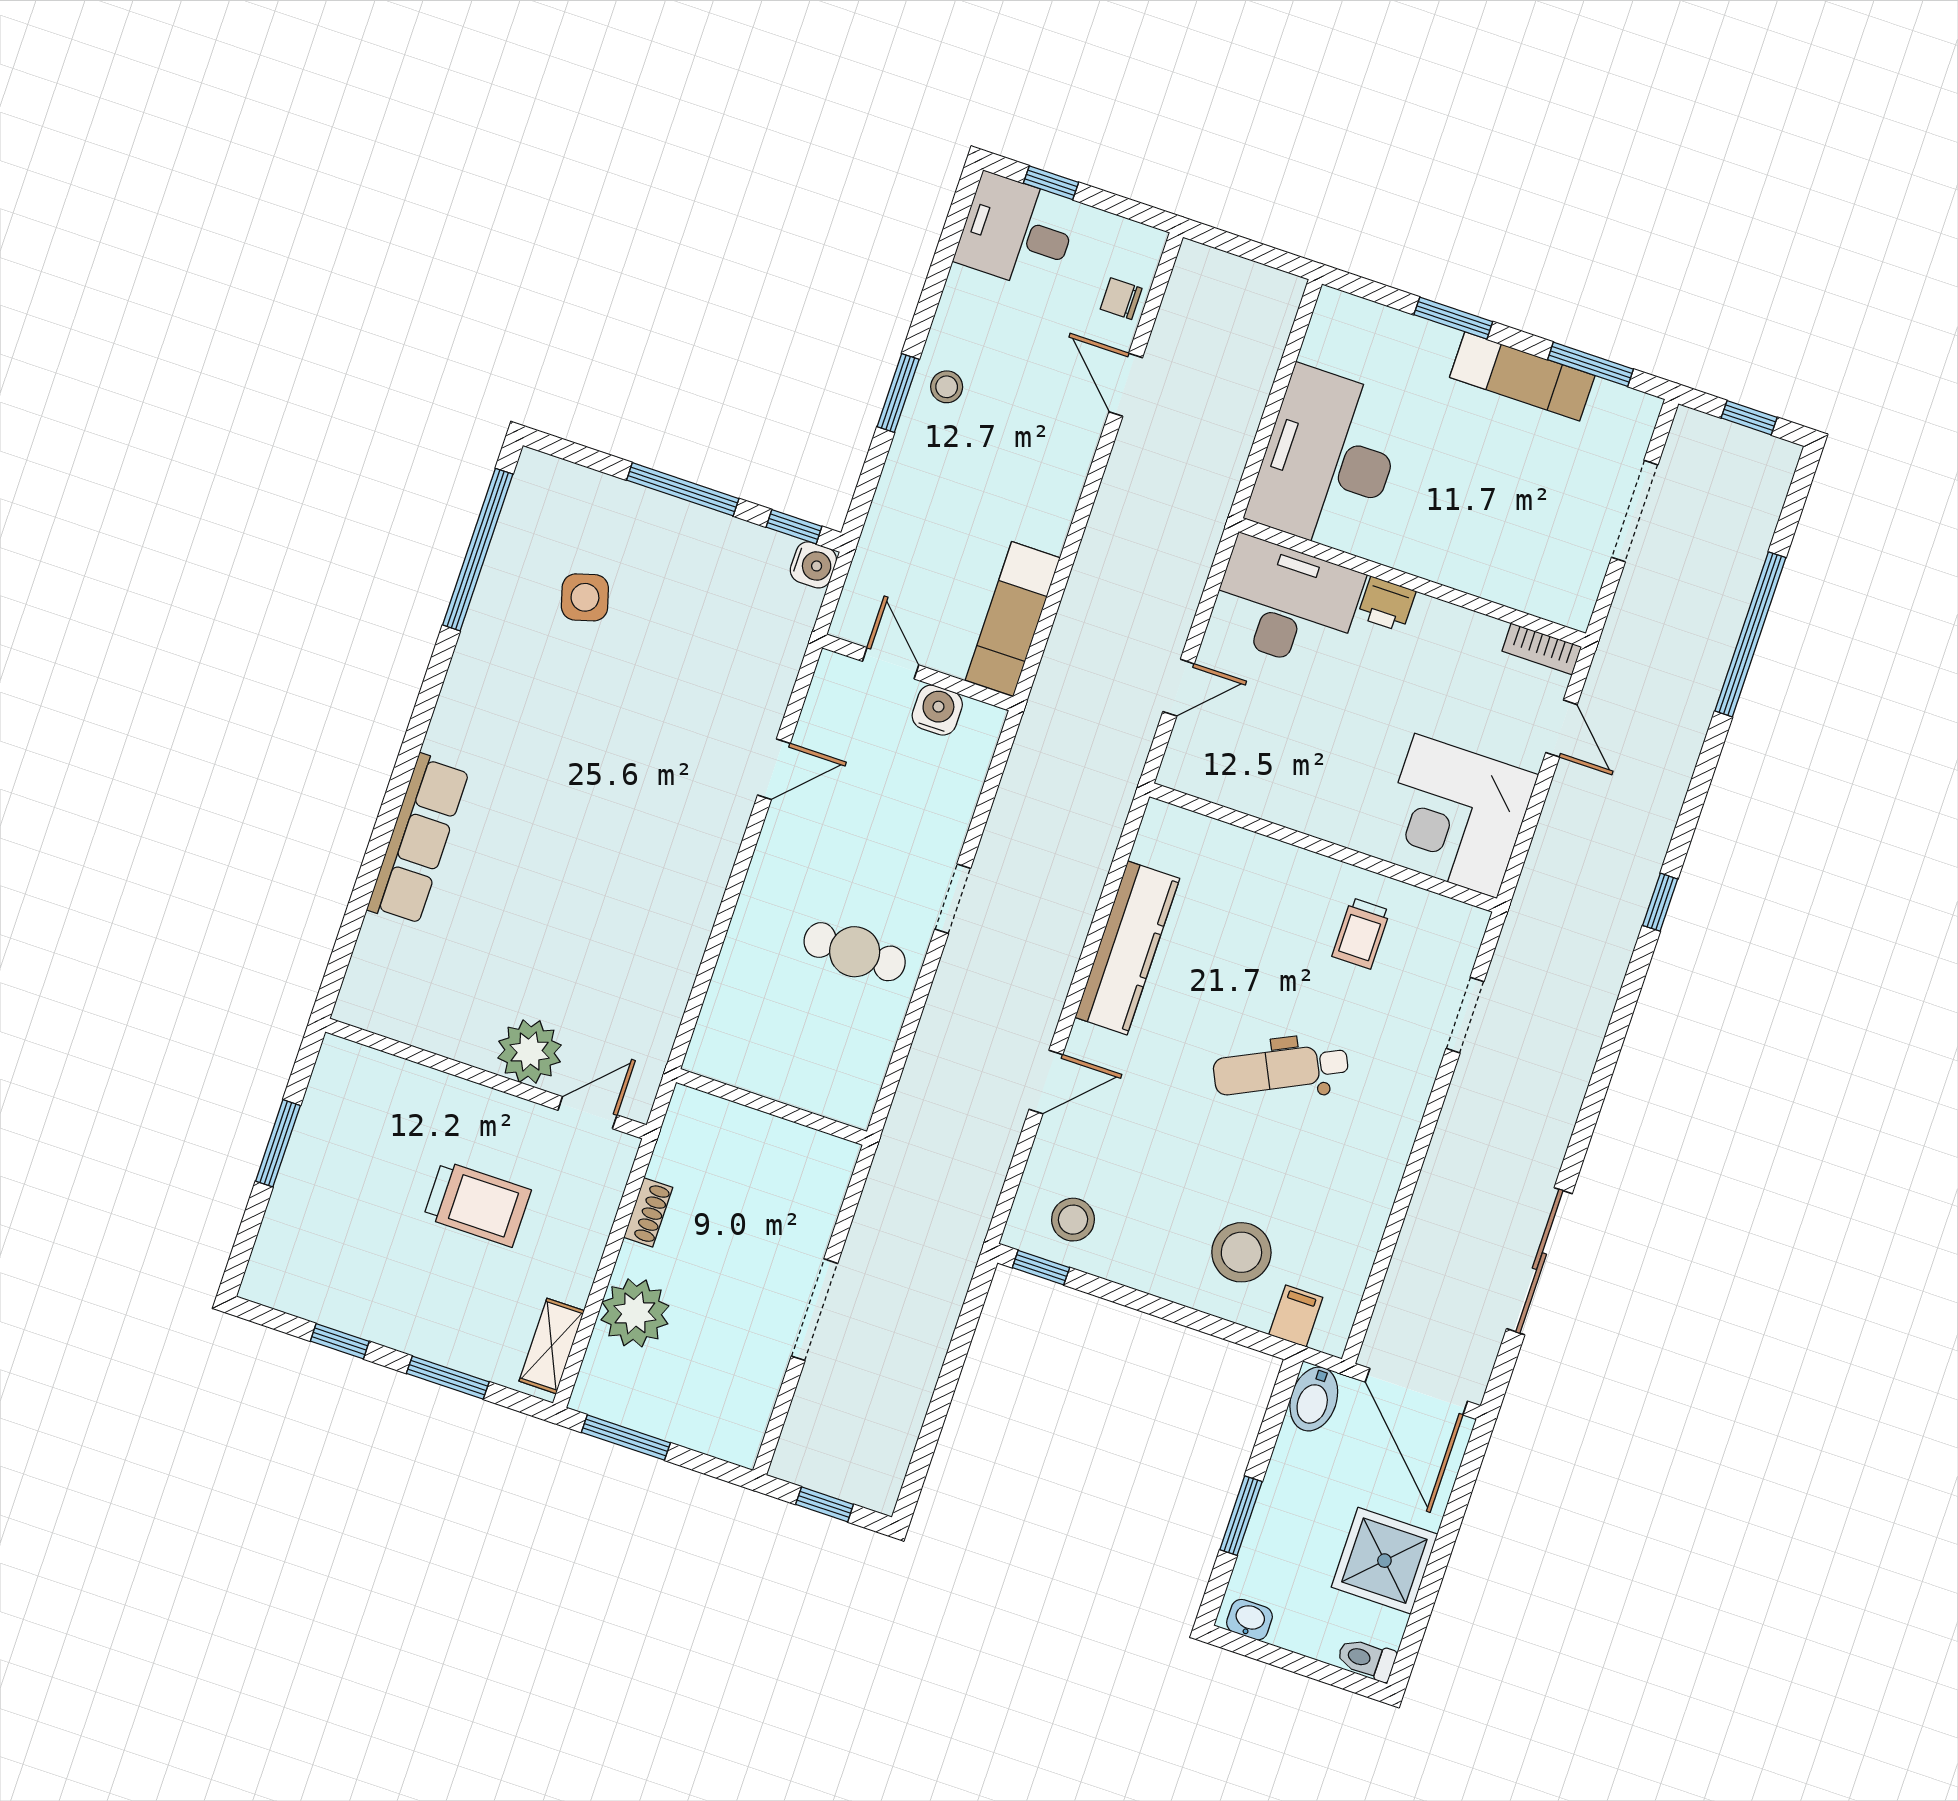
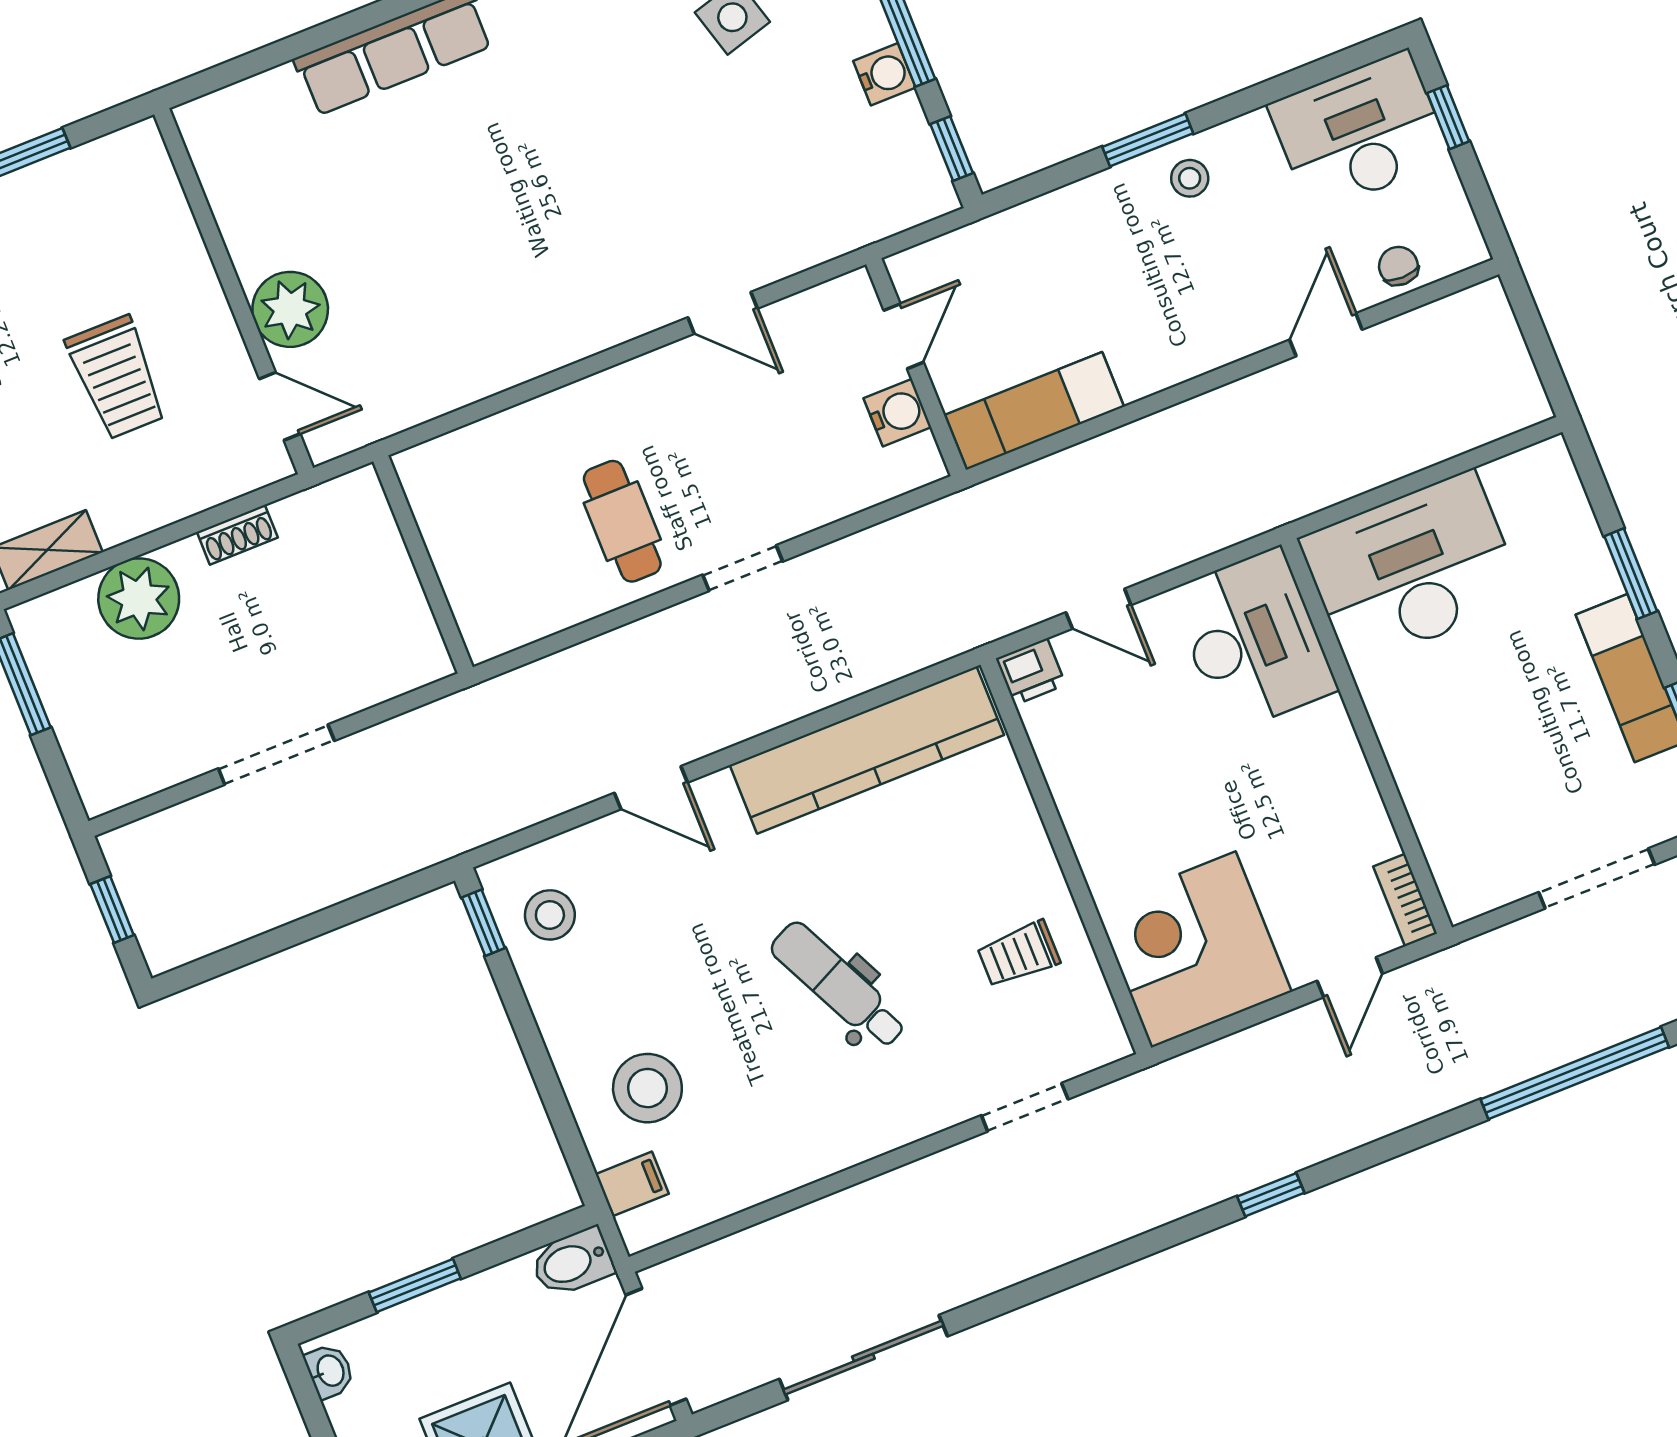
desk: (1017, 232) -> (1360, 132), width x1.37
water cooler: (813, 565) -> (884, 74), moved, turned -90
printer: (1387, 604) -> (1031, 672), moved, turned -90
kitchen counter: (1127, 948) -> (867, 750), width x1.39, depth x1.17

